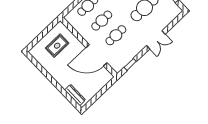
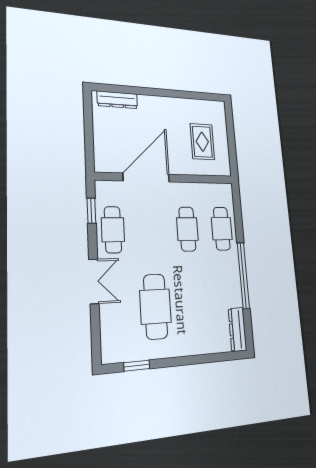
cafe table: (116, 35) -> (113, 230), moved
double door: (156, 40) -> (94, 281), swing flipped

